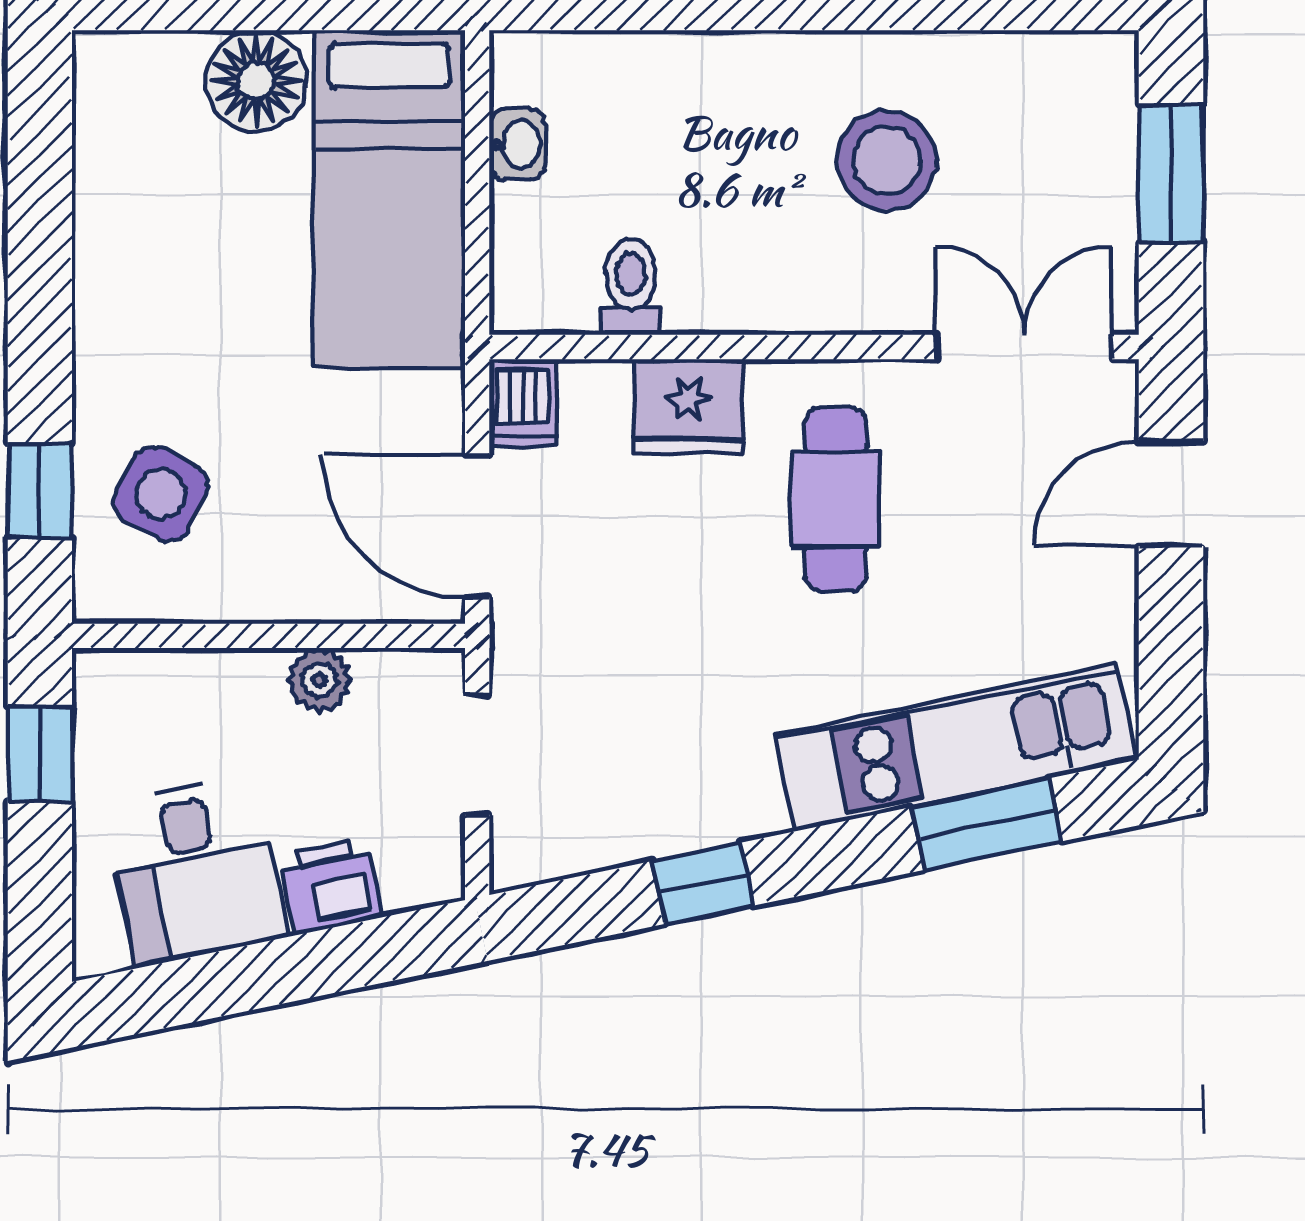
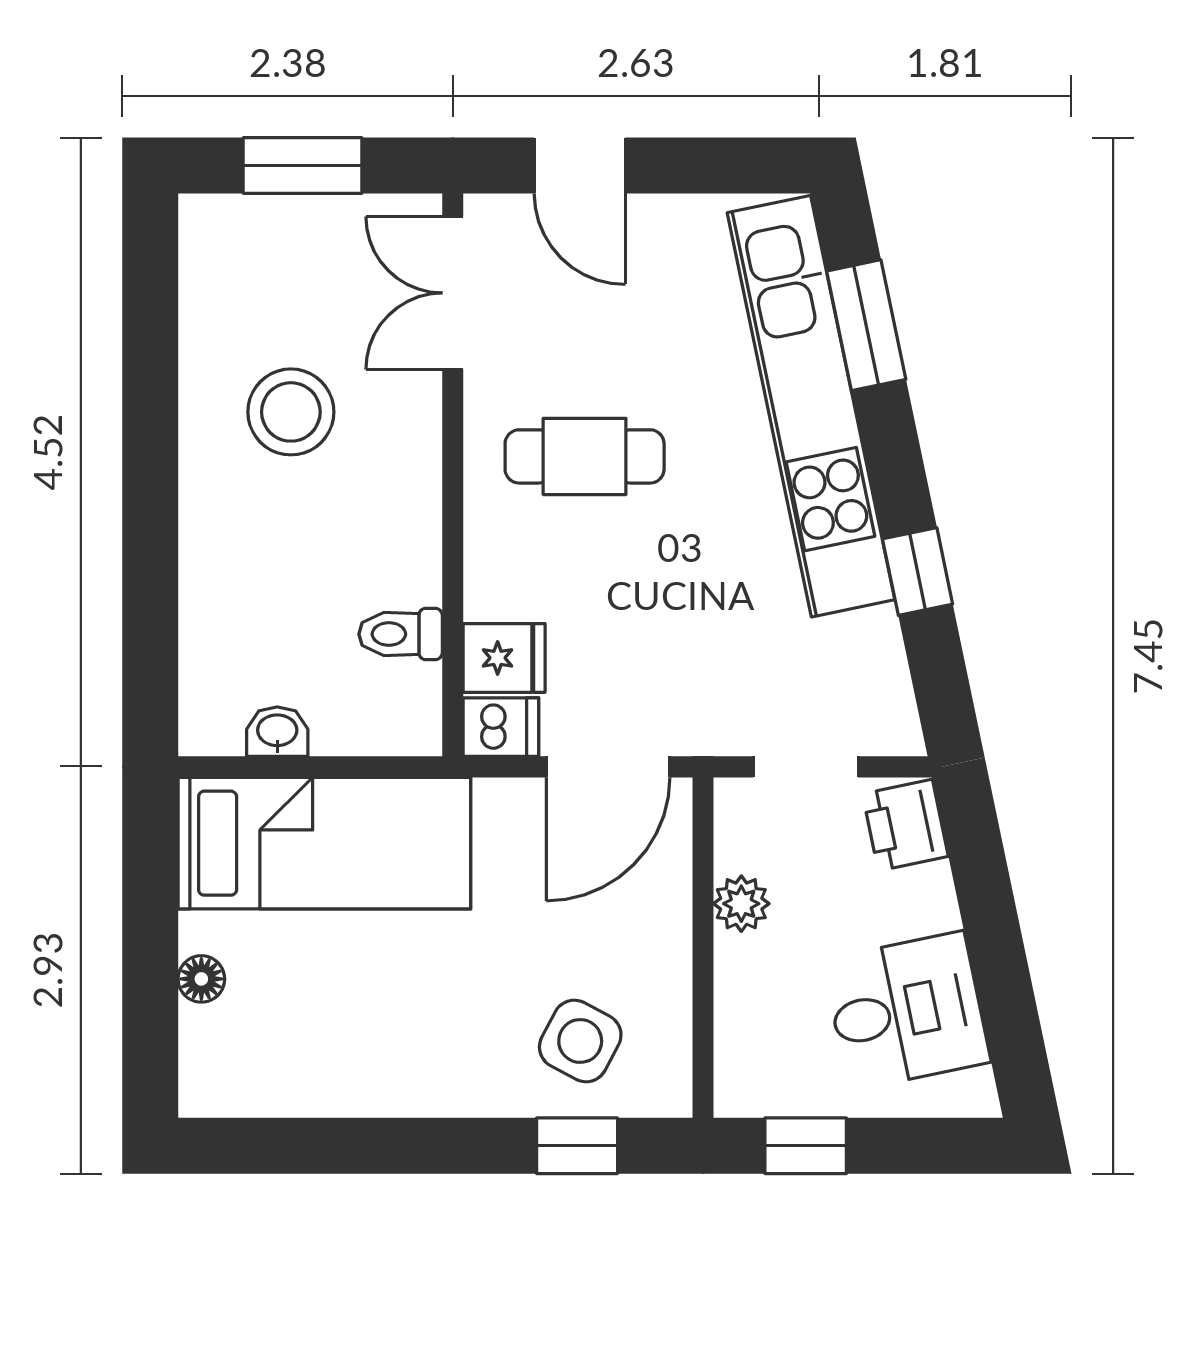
floor lamp: (256, 81) -> (201, 979), width x0.53, depth x0.53
fridge: (688, 406) -> (504, 658), moved, width x0.72
kitchen unit: (956, 748) -> (811, 406), width x1.36
printer: (331, 886) -> (905, 825), moved

